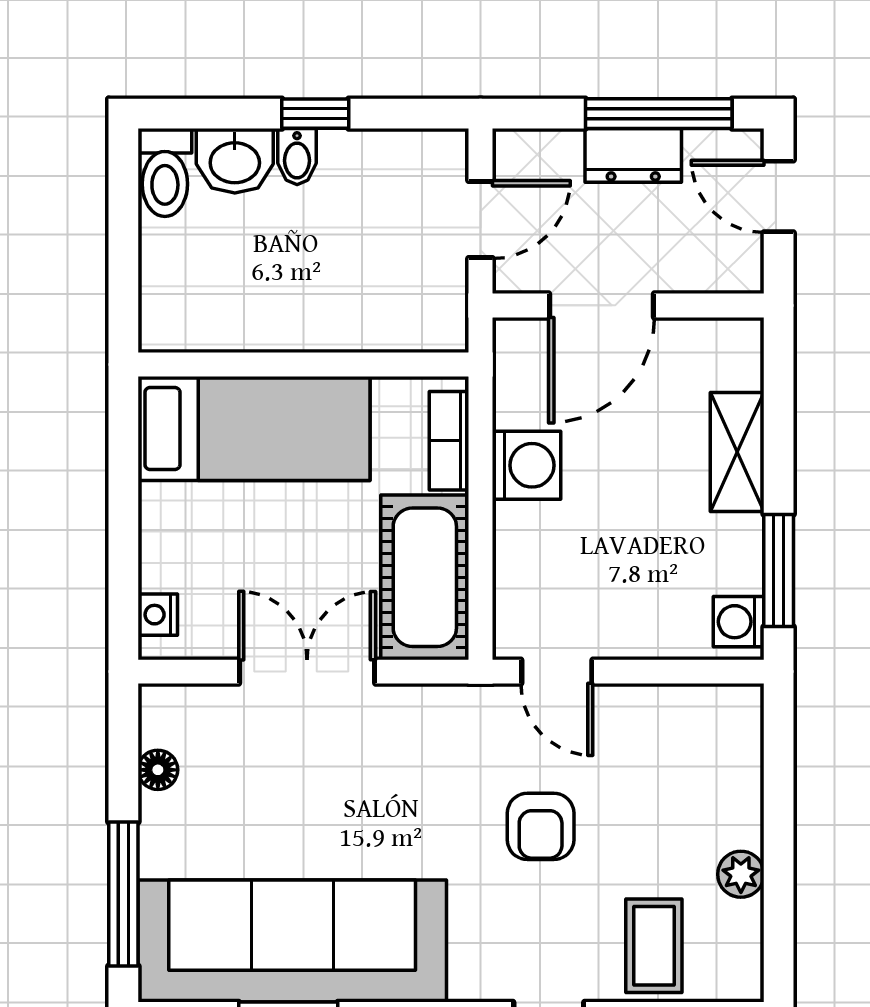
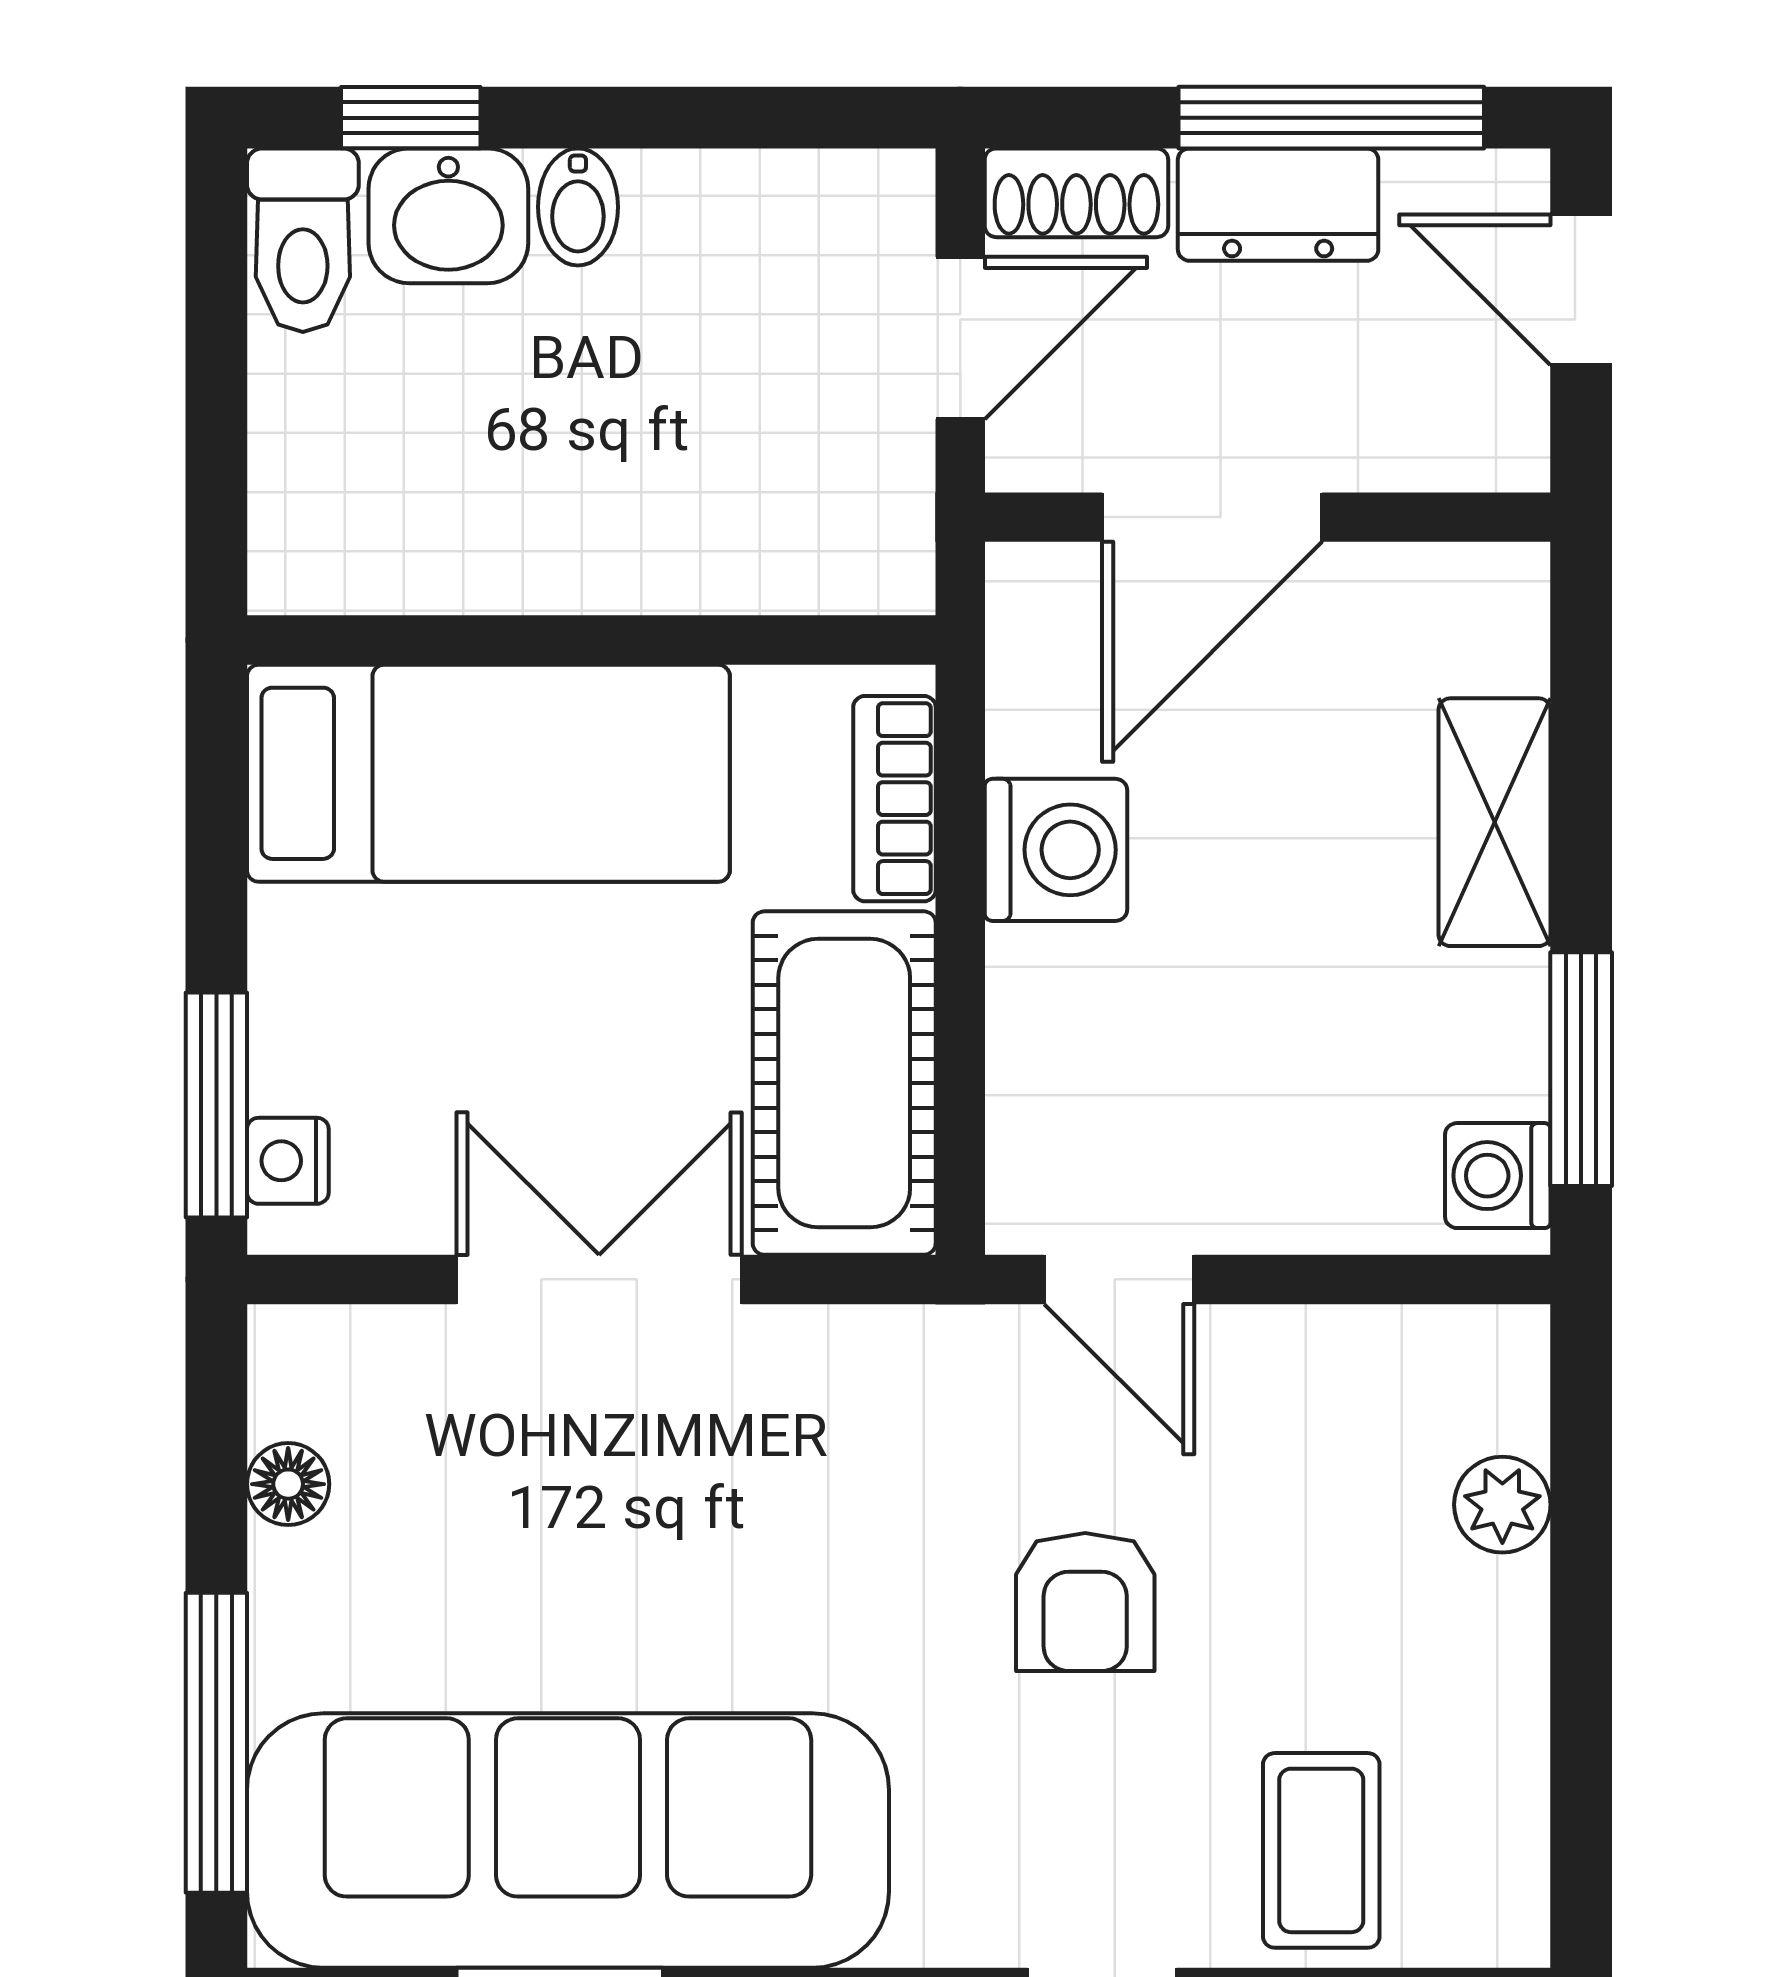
window: (315, 114) -> (411, 118), moved
shoe rack: (536, 150) -> (1076, 193), added
window: (123, 588) -> (216, 1105), added
plant: (741, 874) -> (1502, 1505), moved

